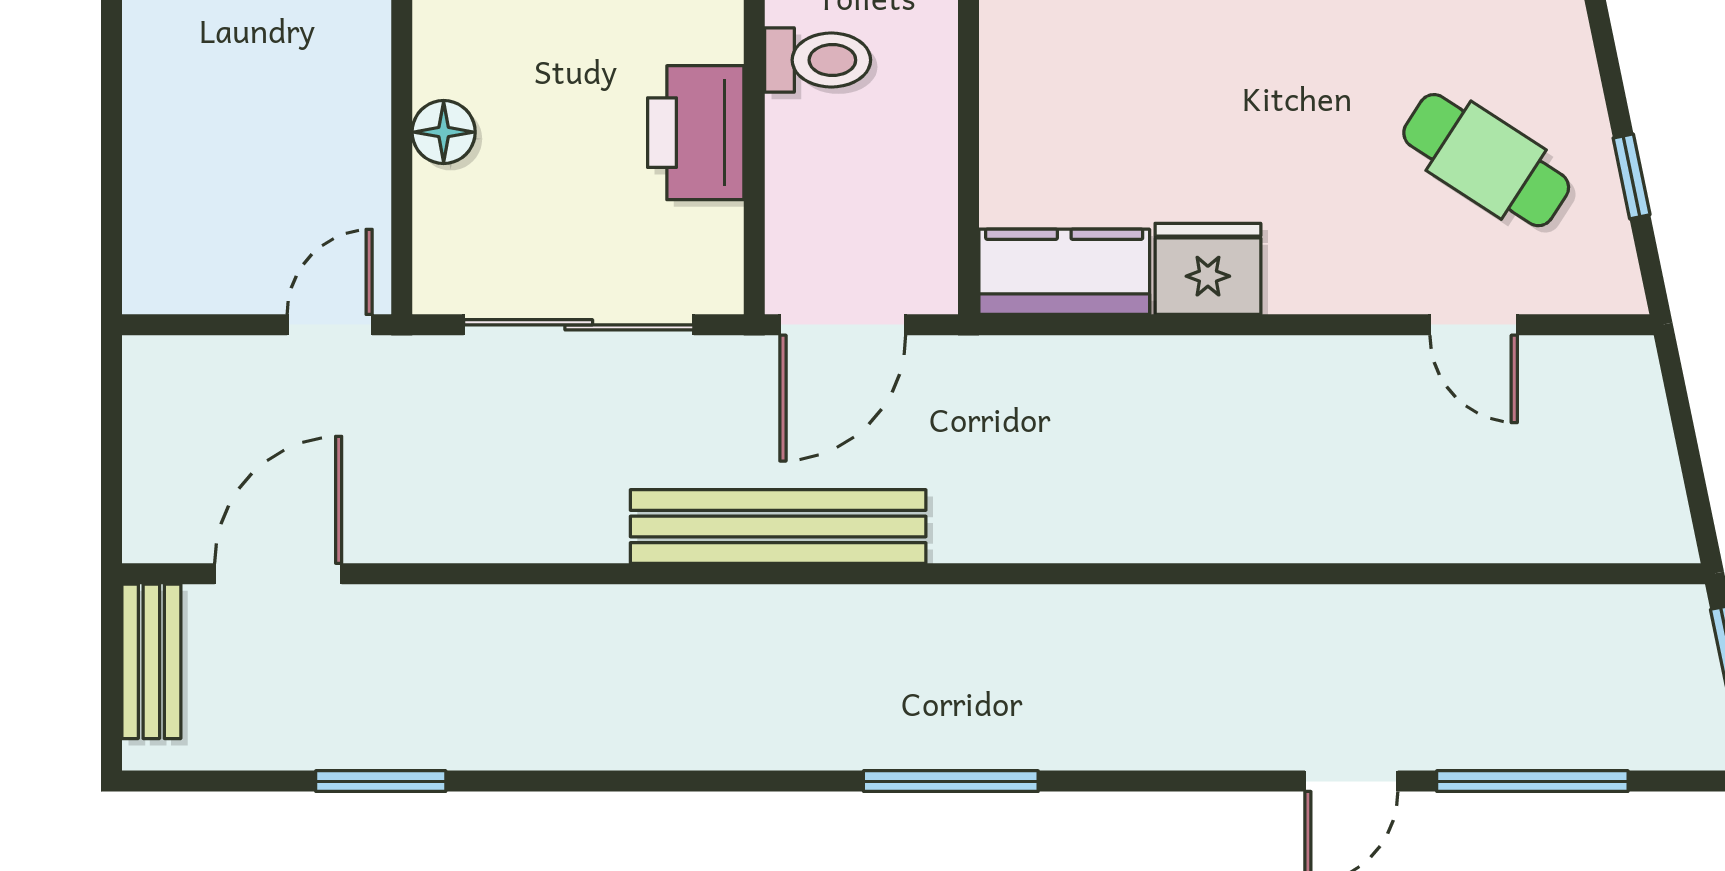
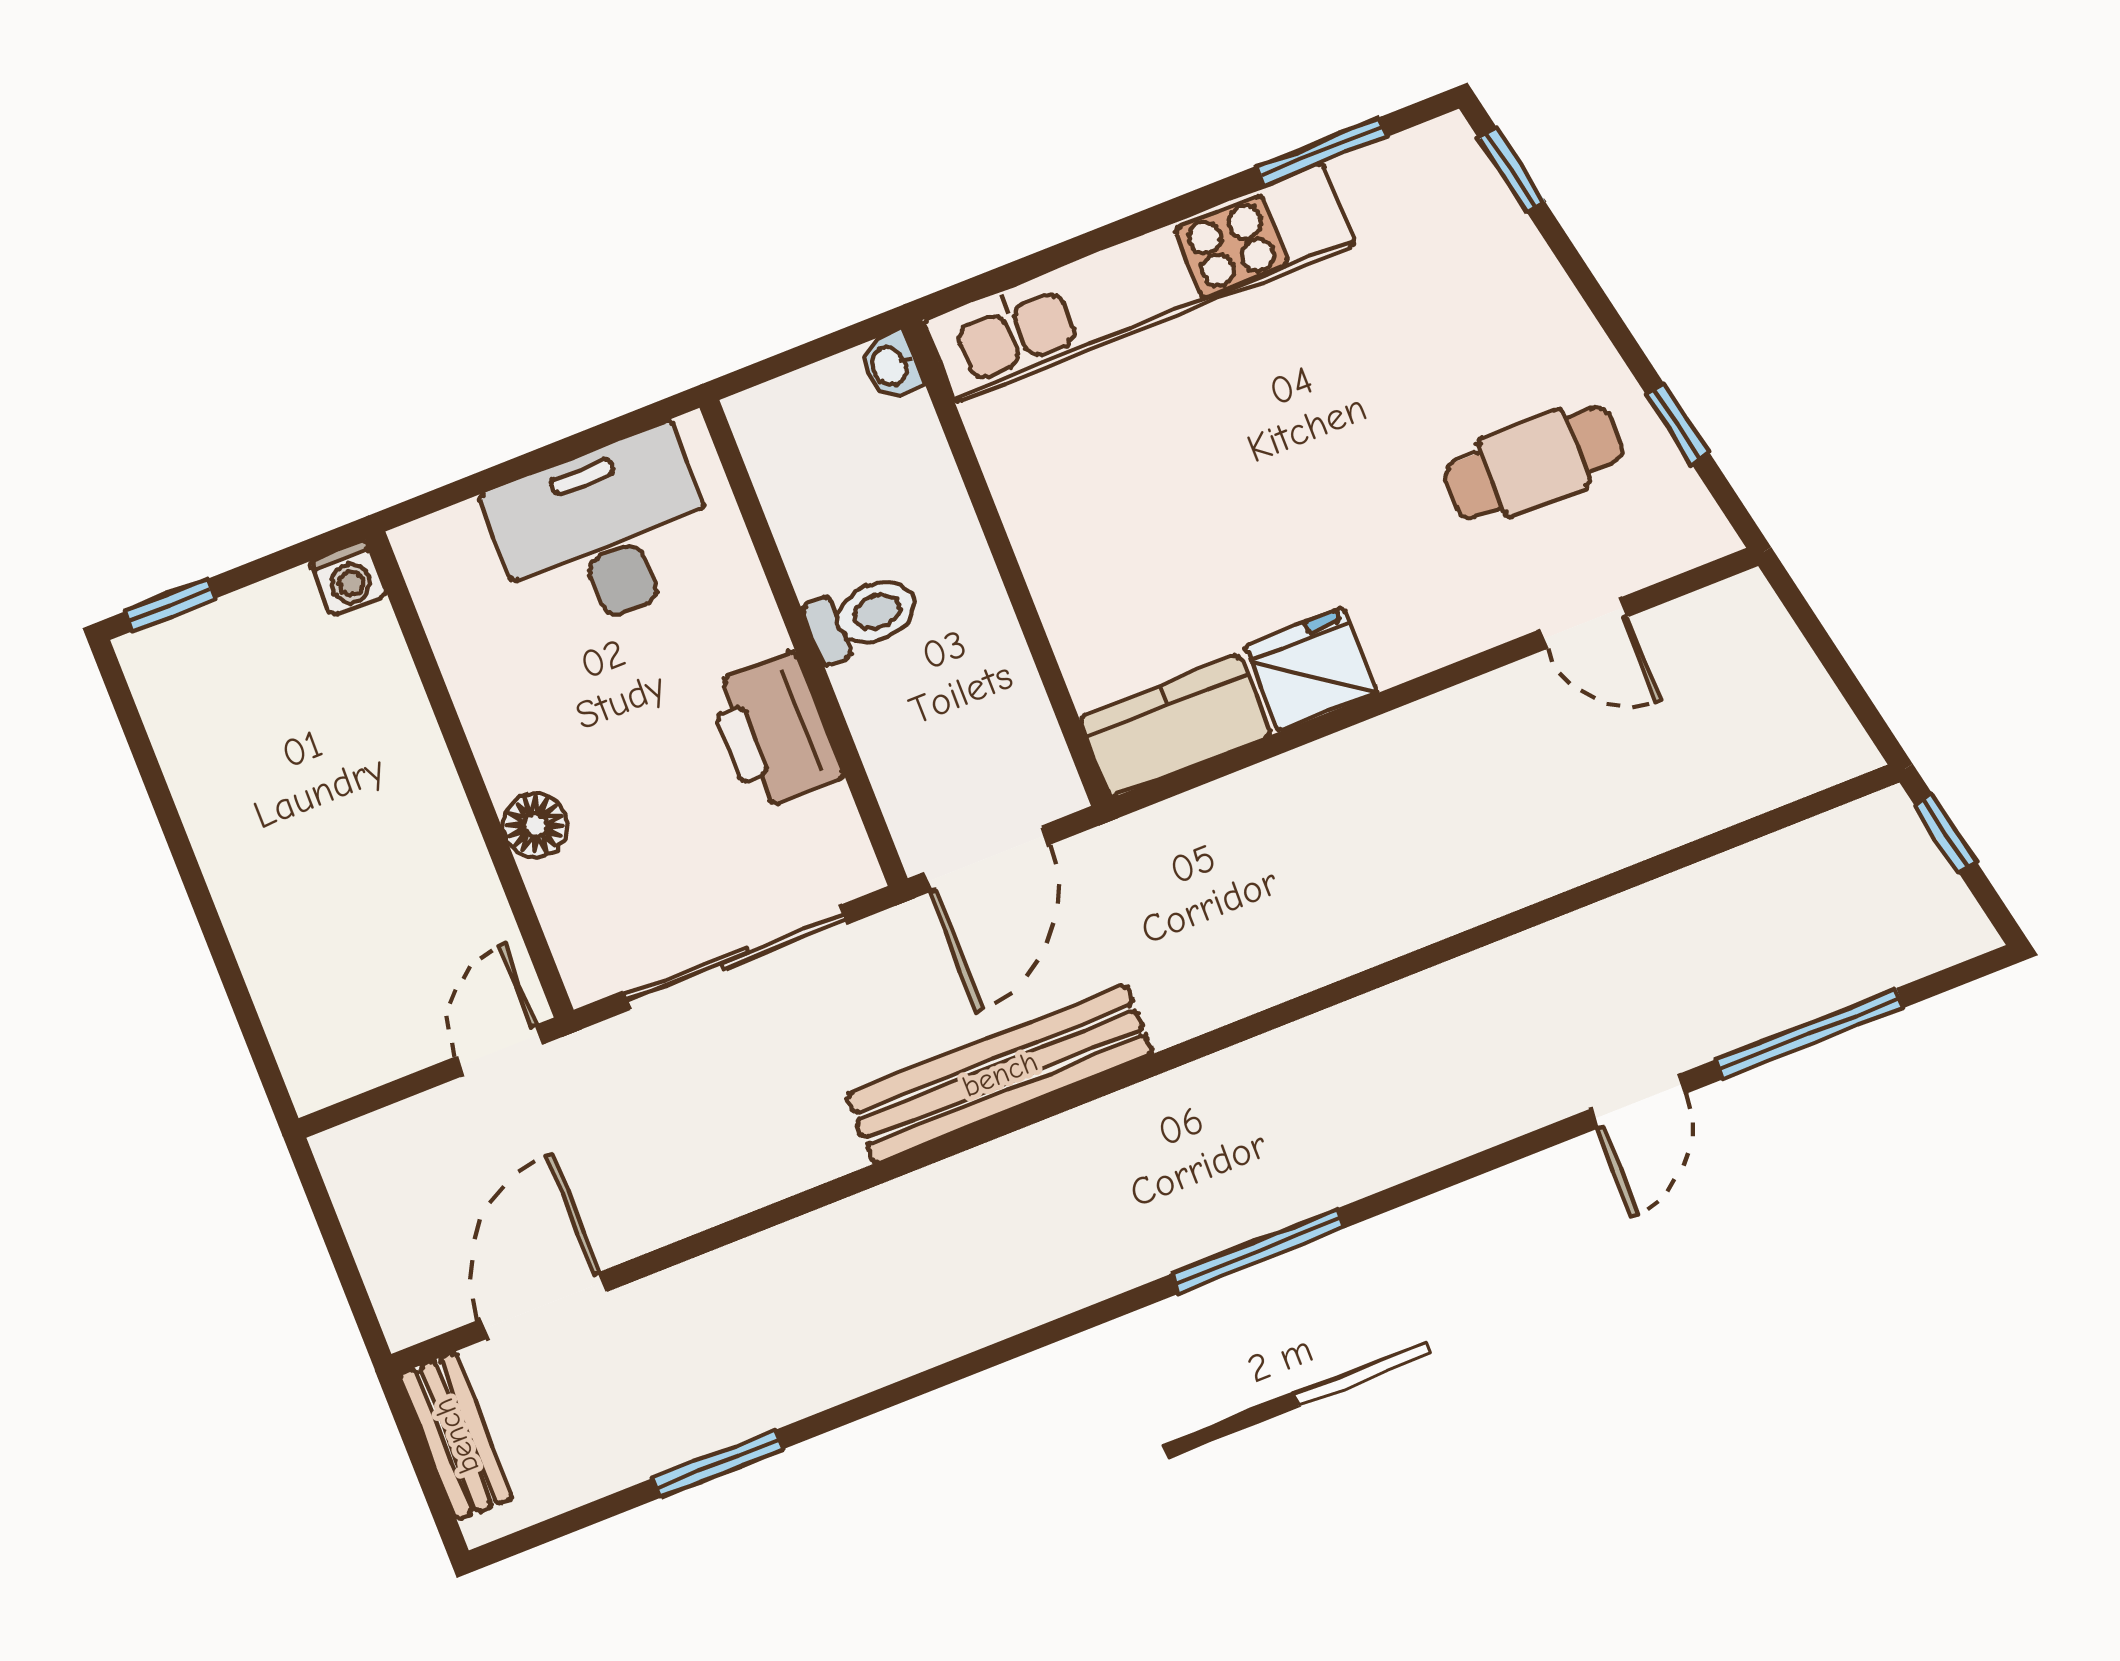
cafe table: (1486, 160) -> (1534, 463), turned -33

